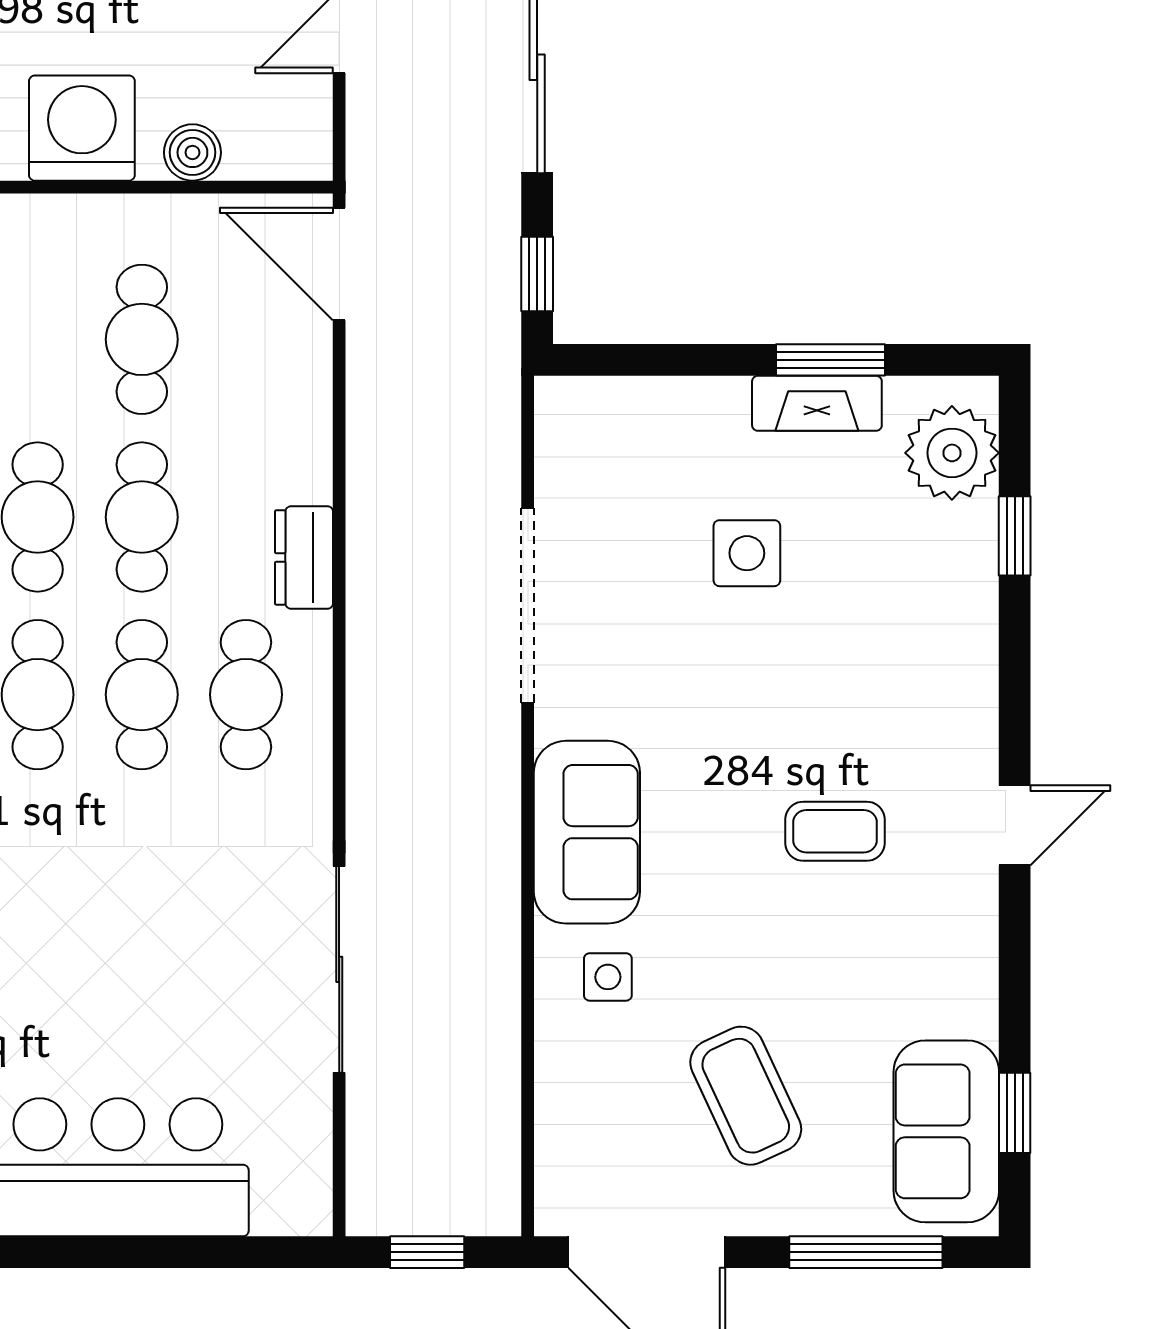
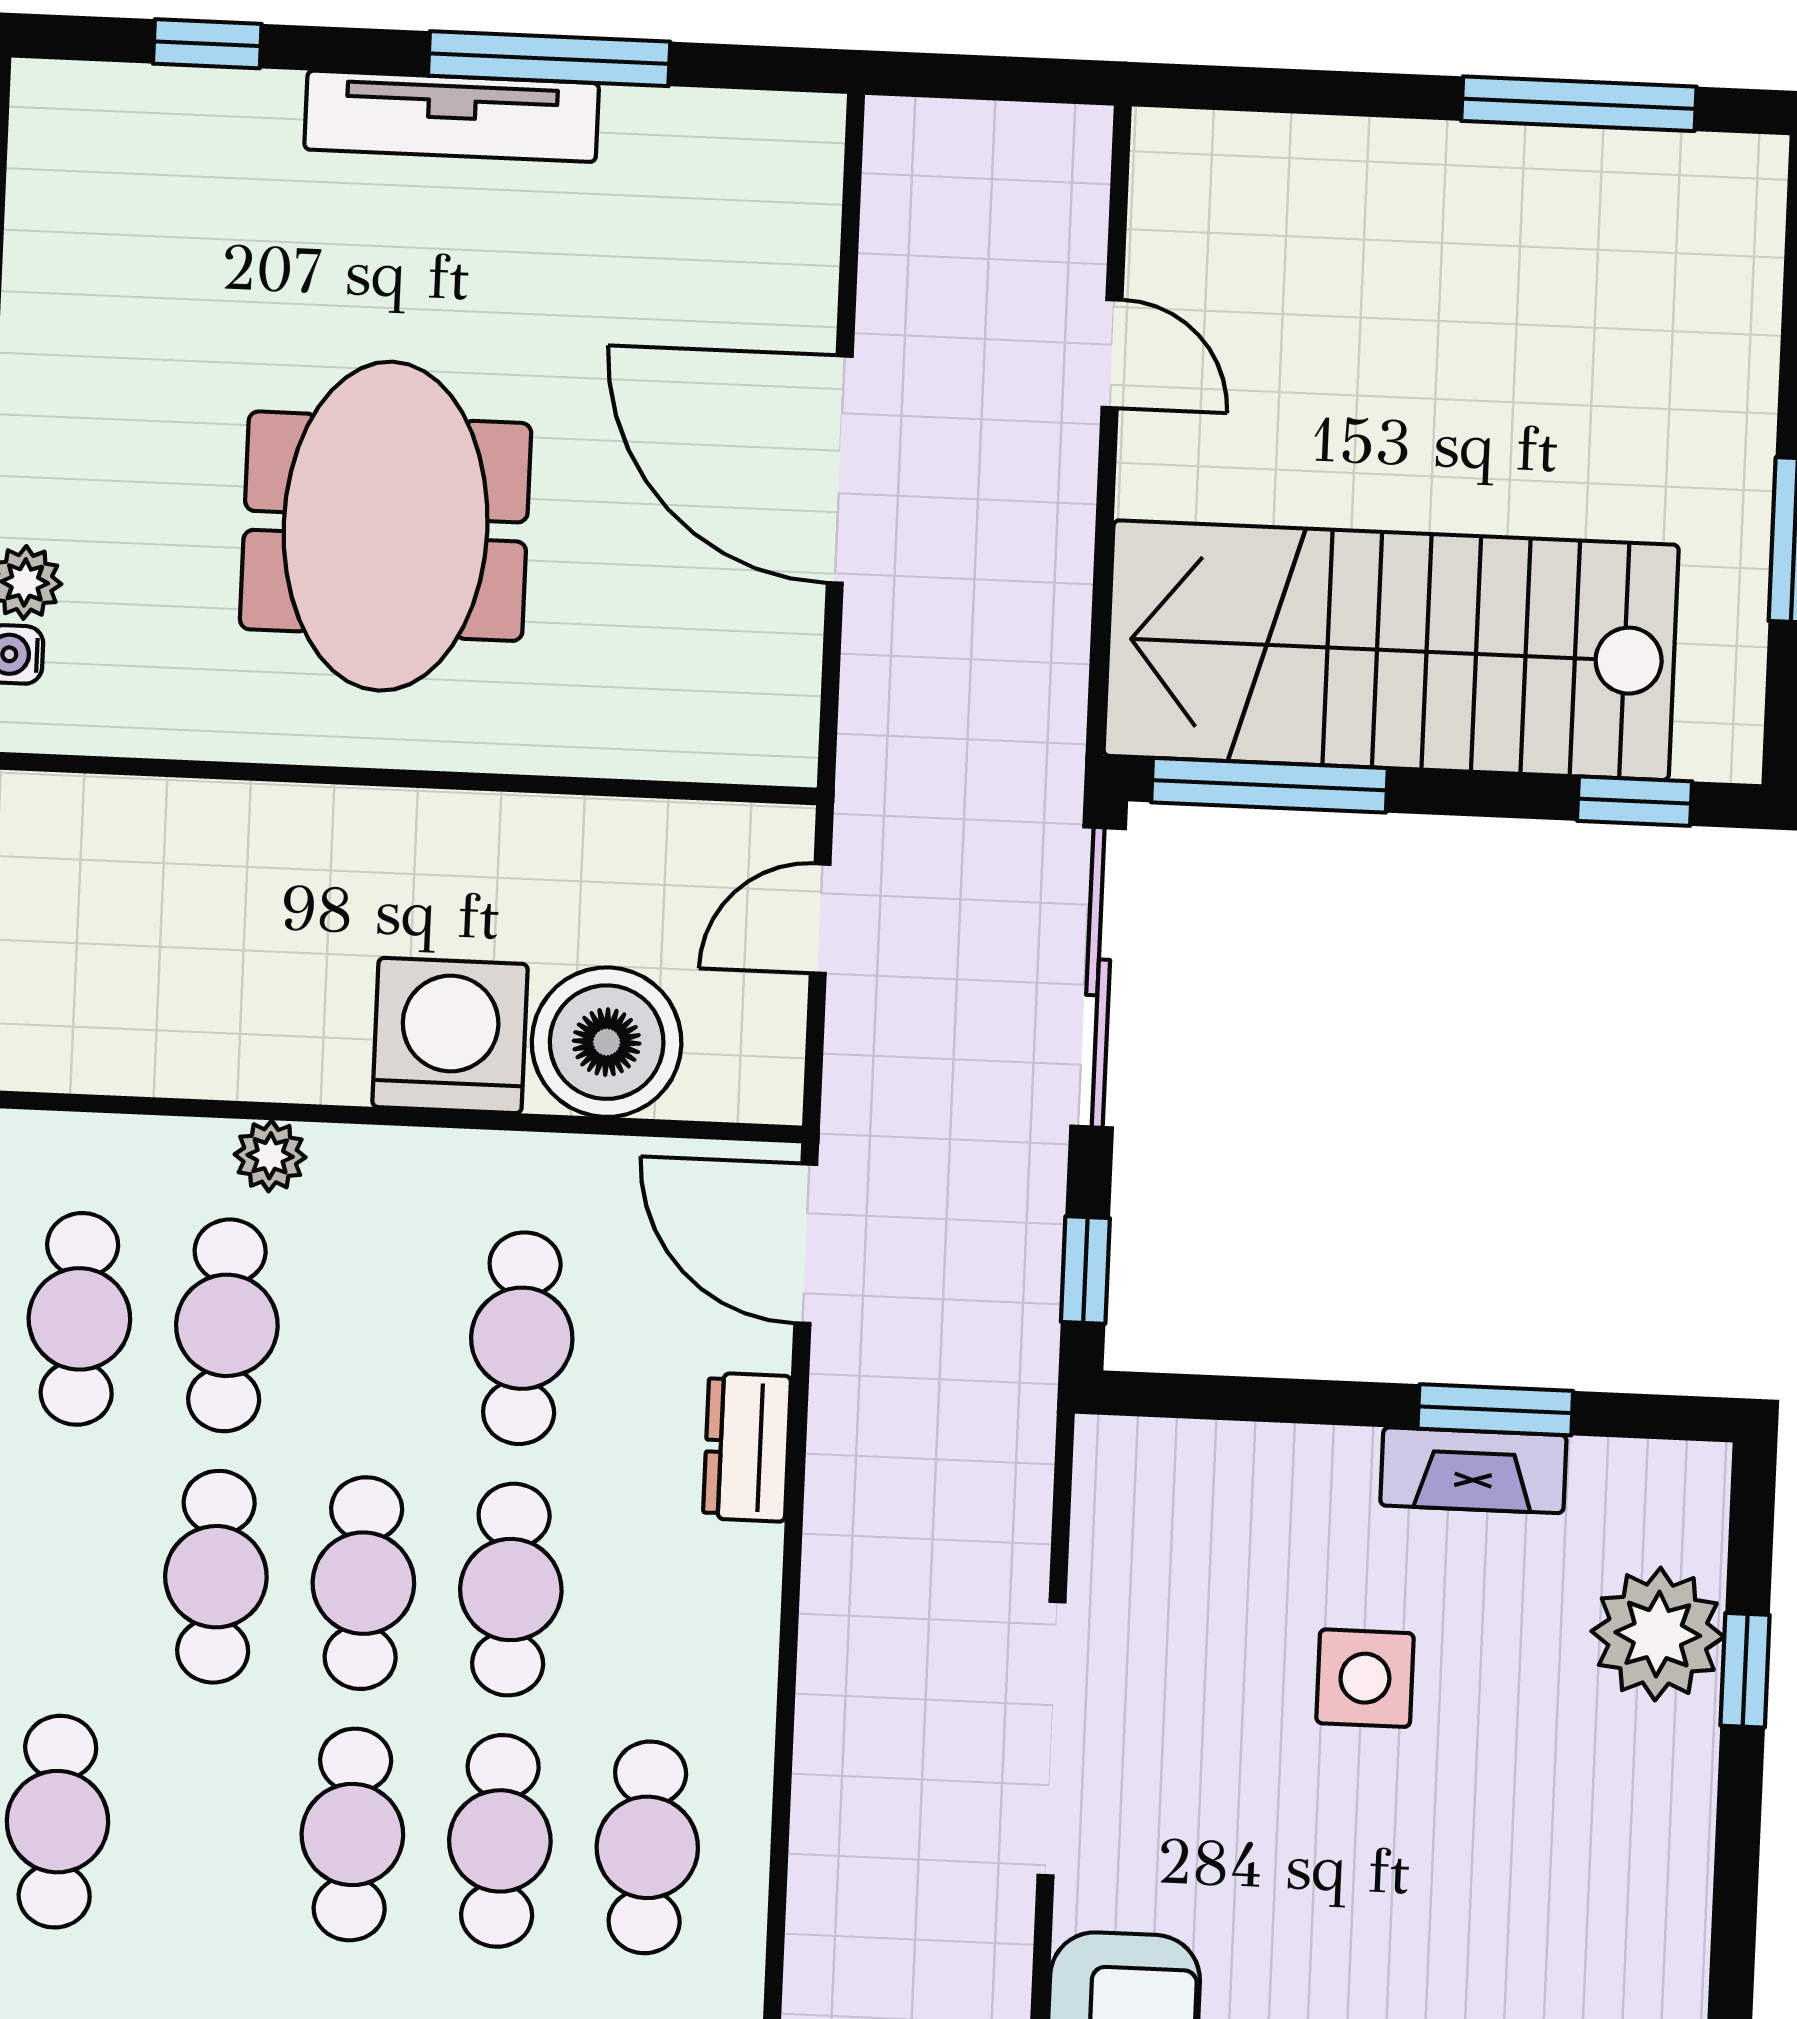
boiler: (192, 152) -> (607, 1042), width x1.86, depth x1.86
plant: (952, 453) -> (1658, 1634), moved
dresser: (304, 557) -> (747, 1447), moved

